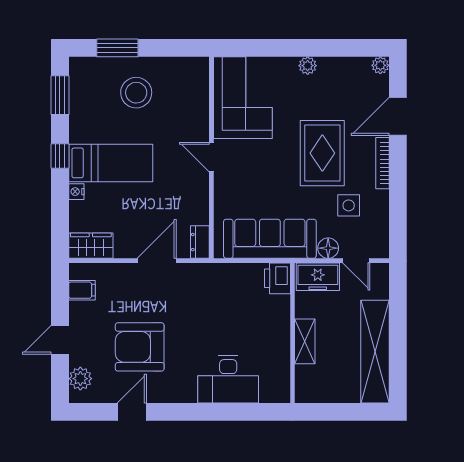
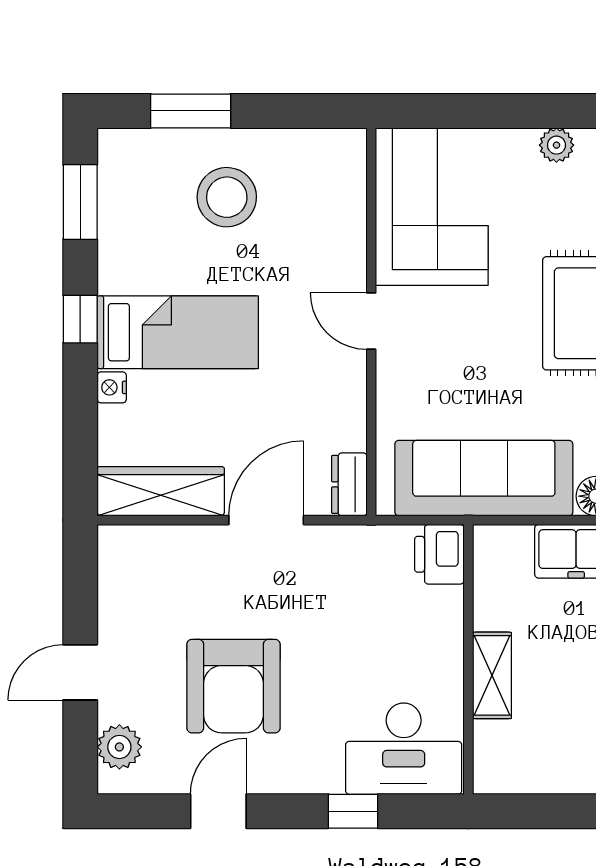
wardrobe: (91, 246) -> (161, 491), width x1.50
printer: (277, 278) -> (439, 554), moved
filing cabinet: (82, 290) -> (122, 577), removed
wall: (292, 333) -> (468, 659), moved
shelving: (305, 341) -> (492, 675), moved
armchair: (140, 347) -> (233, 686), turned -90
window: (202, 412) -> (353, 811), added

